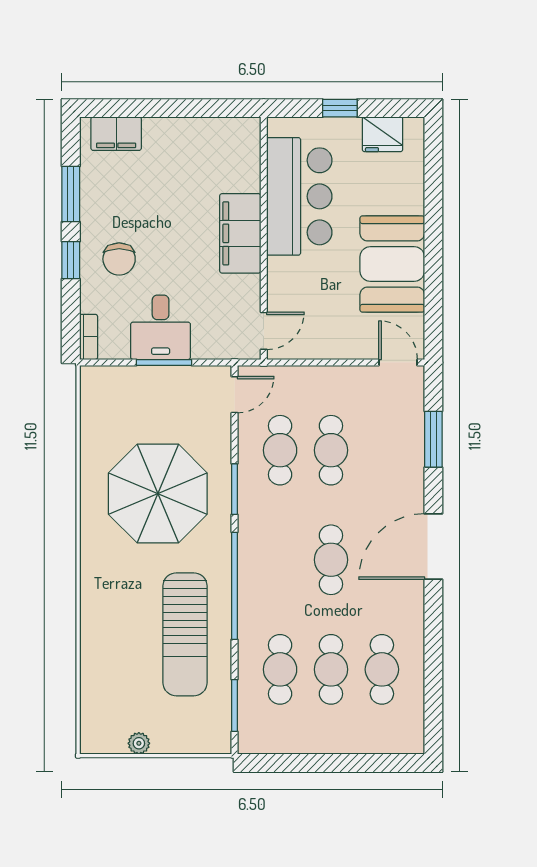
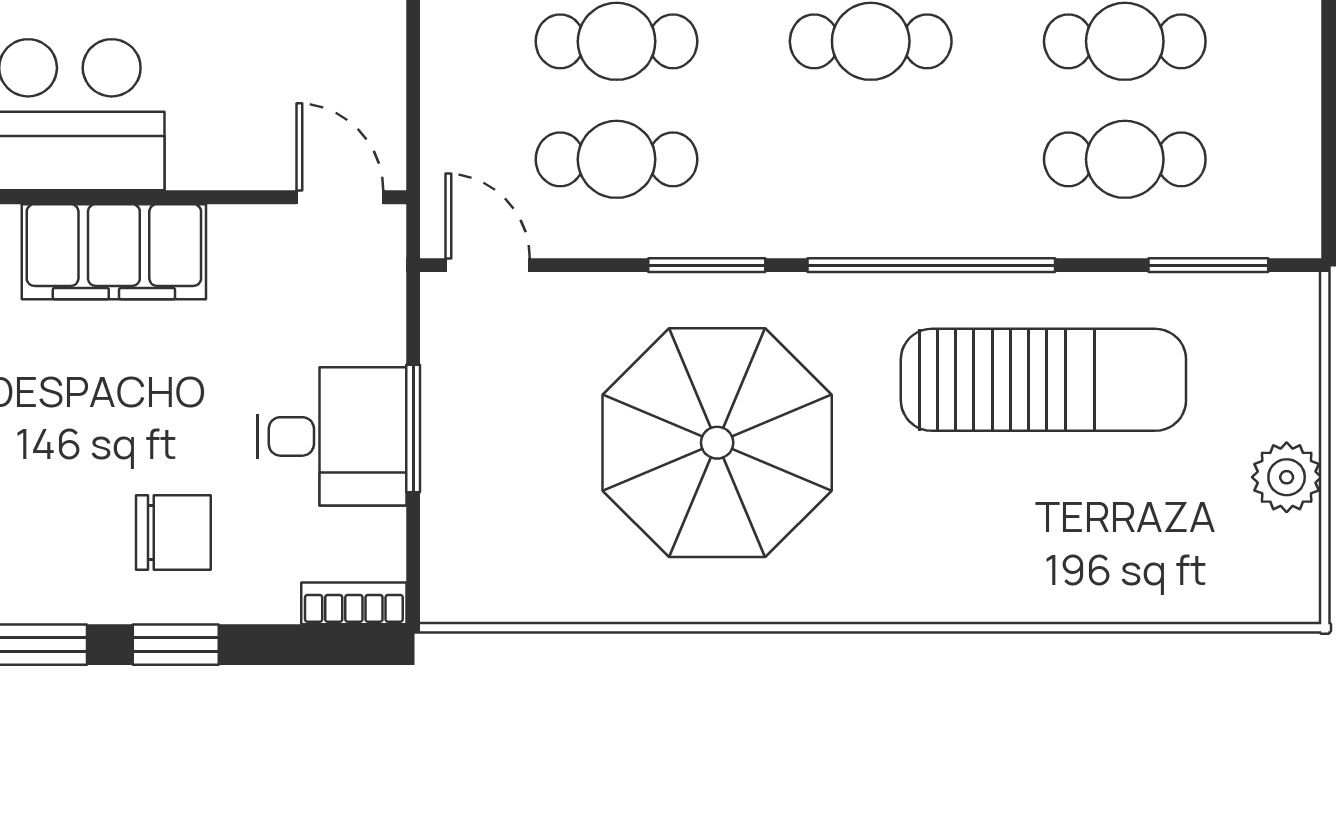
plant: (139, 743) -> (1287, 477), width x1.38, depth x1.38

